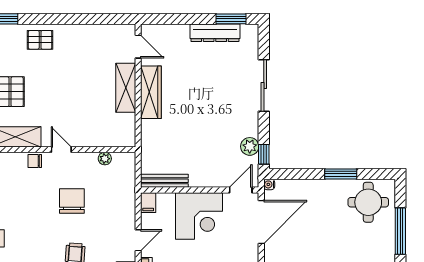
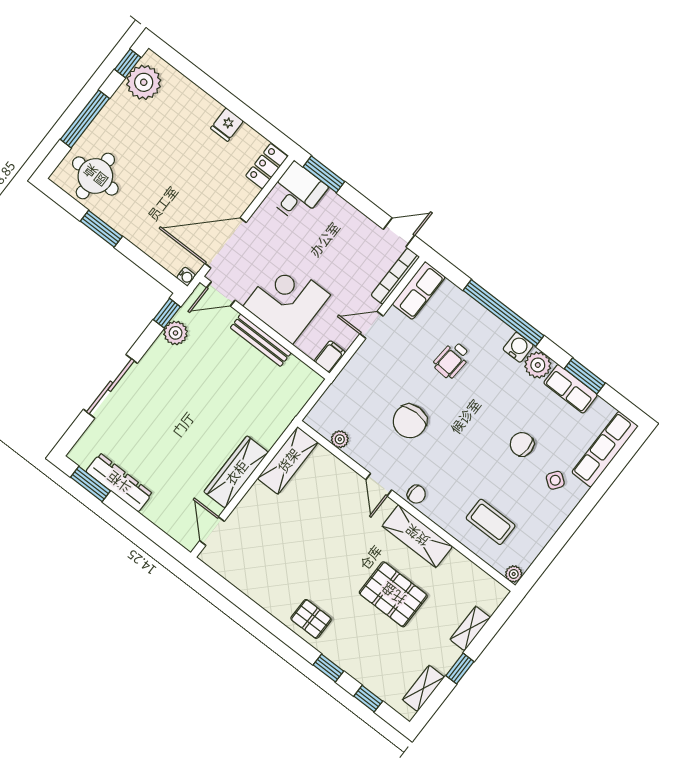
shelving: (126, 88) -> (288, 460), moved
bench: (164, 181) -> (261, 340), moved

